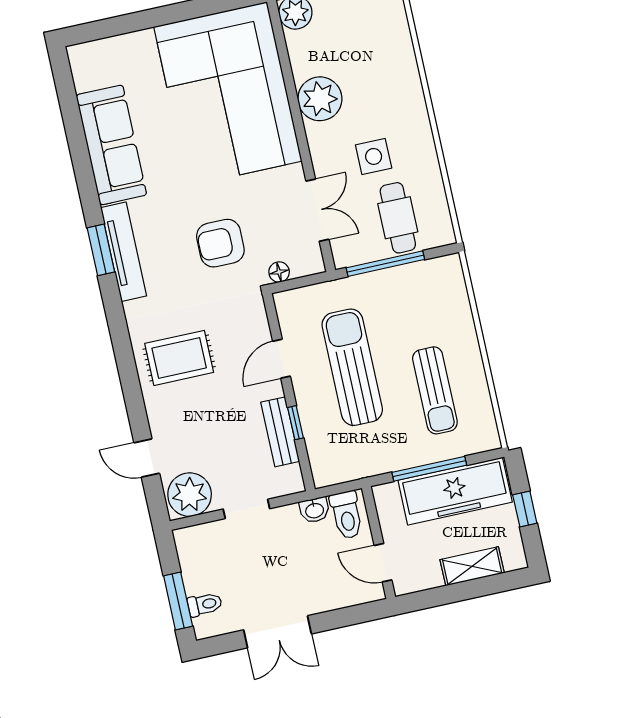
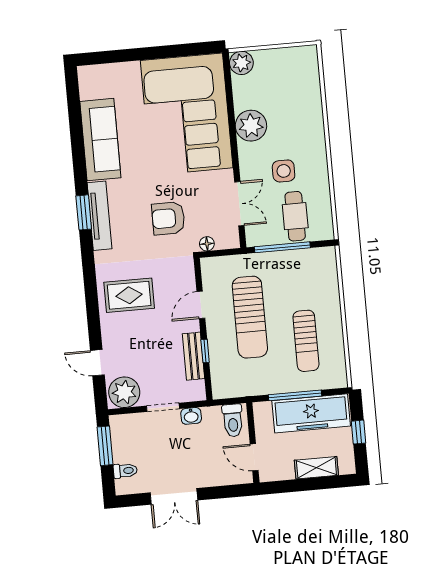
sun lounger: (352, 367) -> (250, 317), turned 180
washbasin: (314, 510) -> (191, 416), moved
window: (178, 601) -> (105, 446), moved

